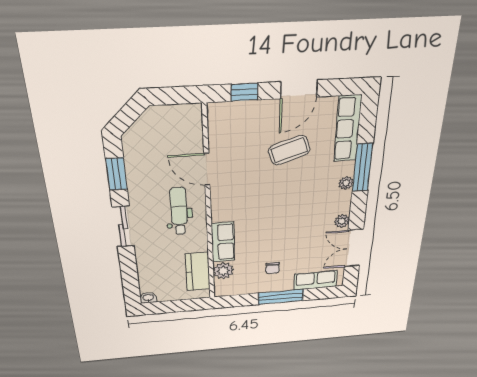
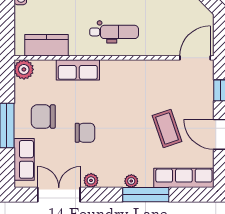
door: (207, 169) -> (195, 58), moved
chair: (291, 230) -> (85, 133), added
chair: (273, 268) -> (43, 117), width x1.87, depth x1.87
plant: (223, 271) -> (24, 69), moved

